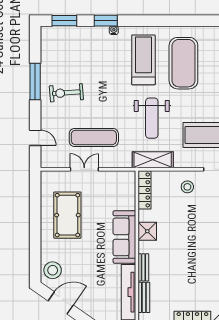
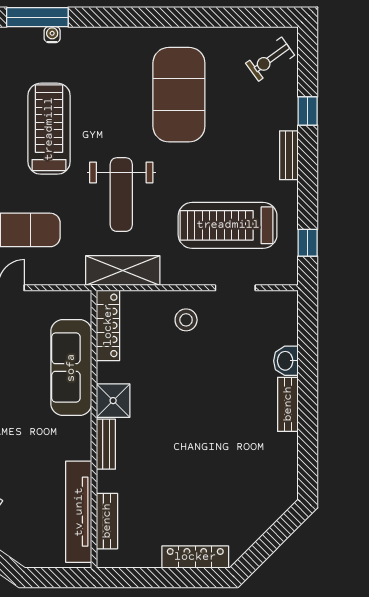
window: (106, 21) -> (37, 17), width x1.44
treadmill: (143, 60) -> (49, 129), moved
sofa: (124, 237) -> (71, 368), moved
bench: (143, 267) -> (106, 444), moved

